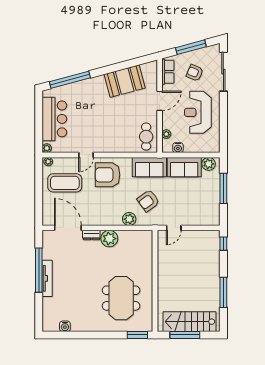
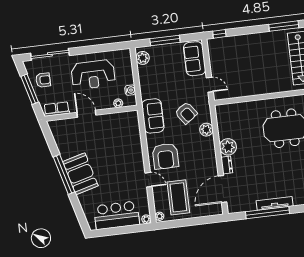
armchair: (195, 73) -> (43, 80), moved, turned -113
window: (70, 80) -> (64, 174), moved
booth: (125, 81) -> (80, 174), moved
cafe table: (146, 137) -> (123, 123), removed
sofa: (184, 167) -> (195, 59), moved, turned 180
window: (223, 292) -> (284, 26), moved

